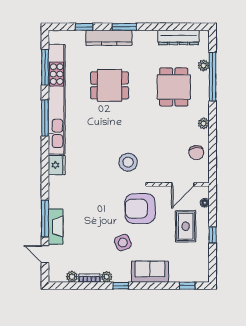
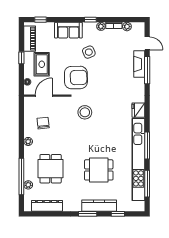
chair: (196, 153) -> (43, 123), moved
piano: (202, 260) -> (30, 39), added

